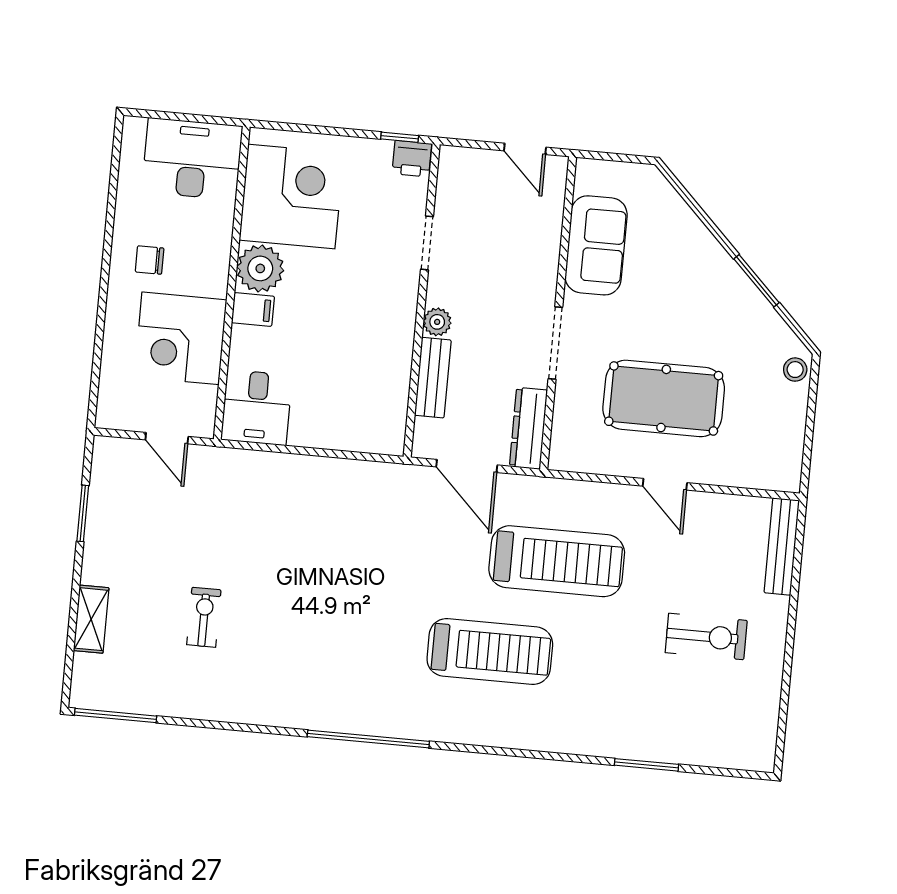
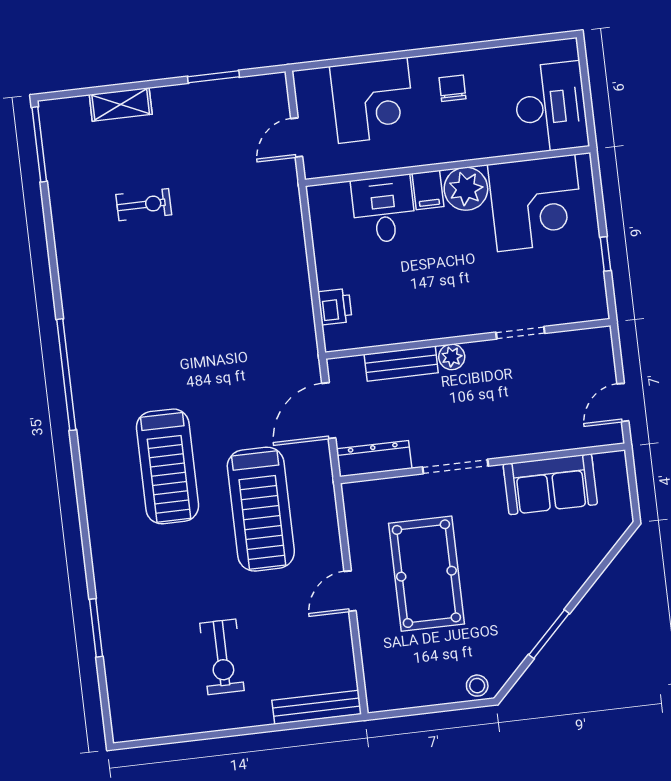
window: (400, 137) -> (605, 254), moved
printer: (412, 159) -> (335, 307), moved, turned 180
corner desk: (180, 338) -> (373, 100), moved, turned 180
desk: (257, 408) -> (384, 209), moved, turned 90

